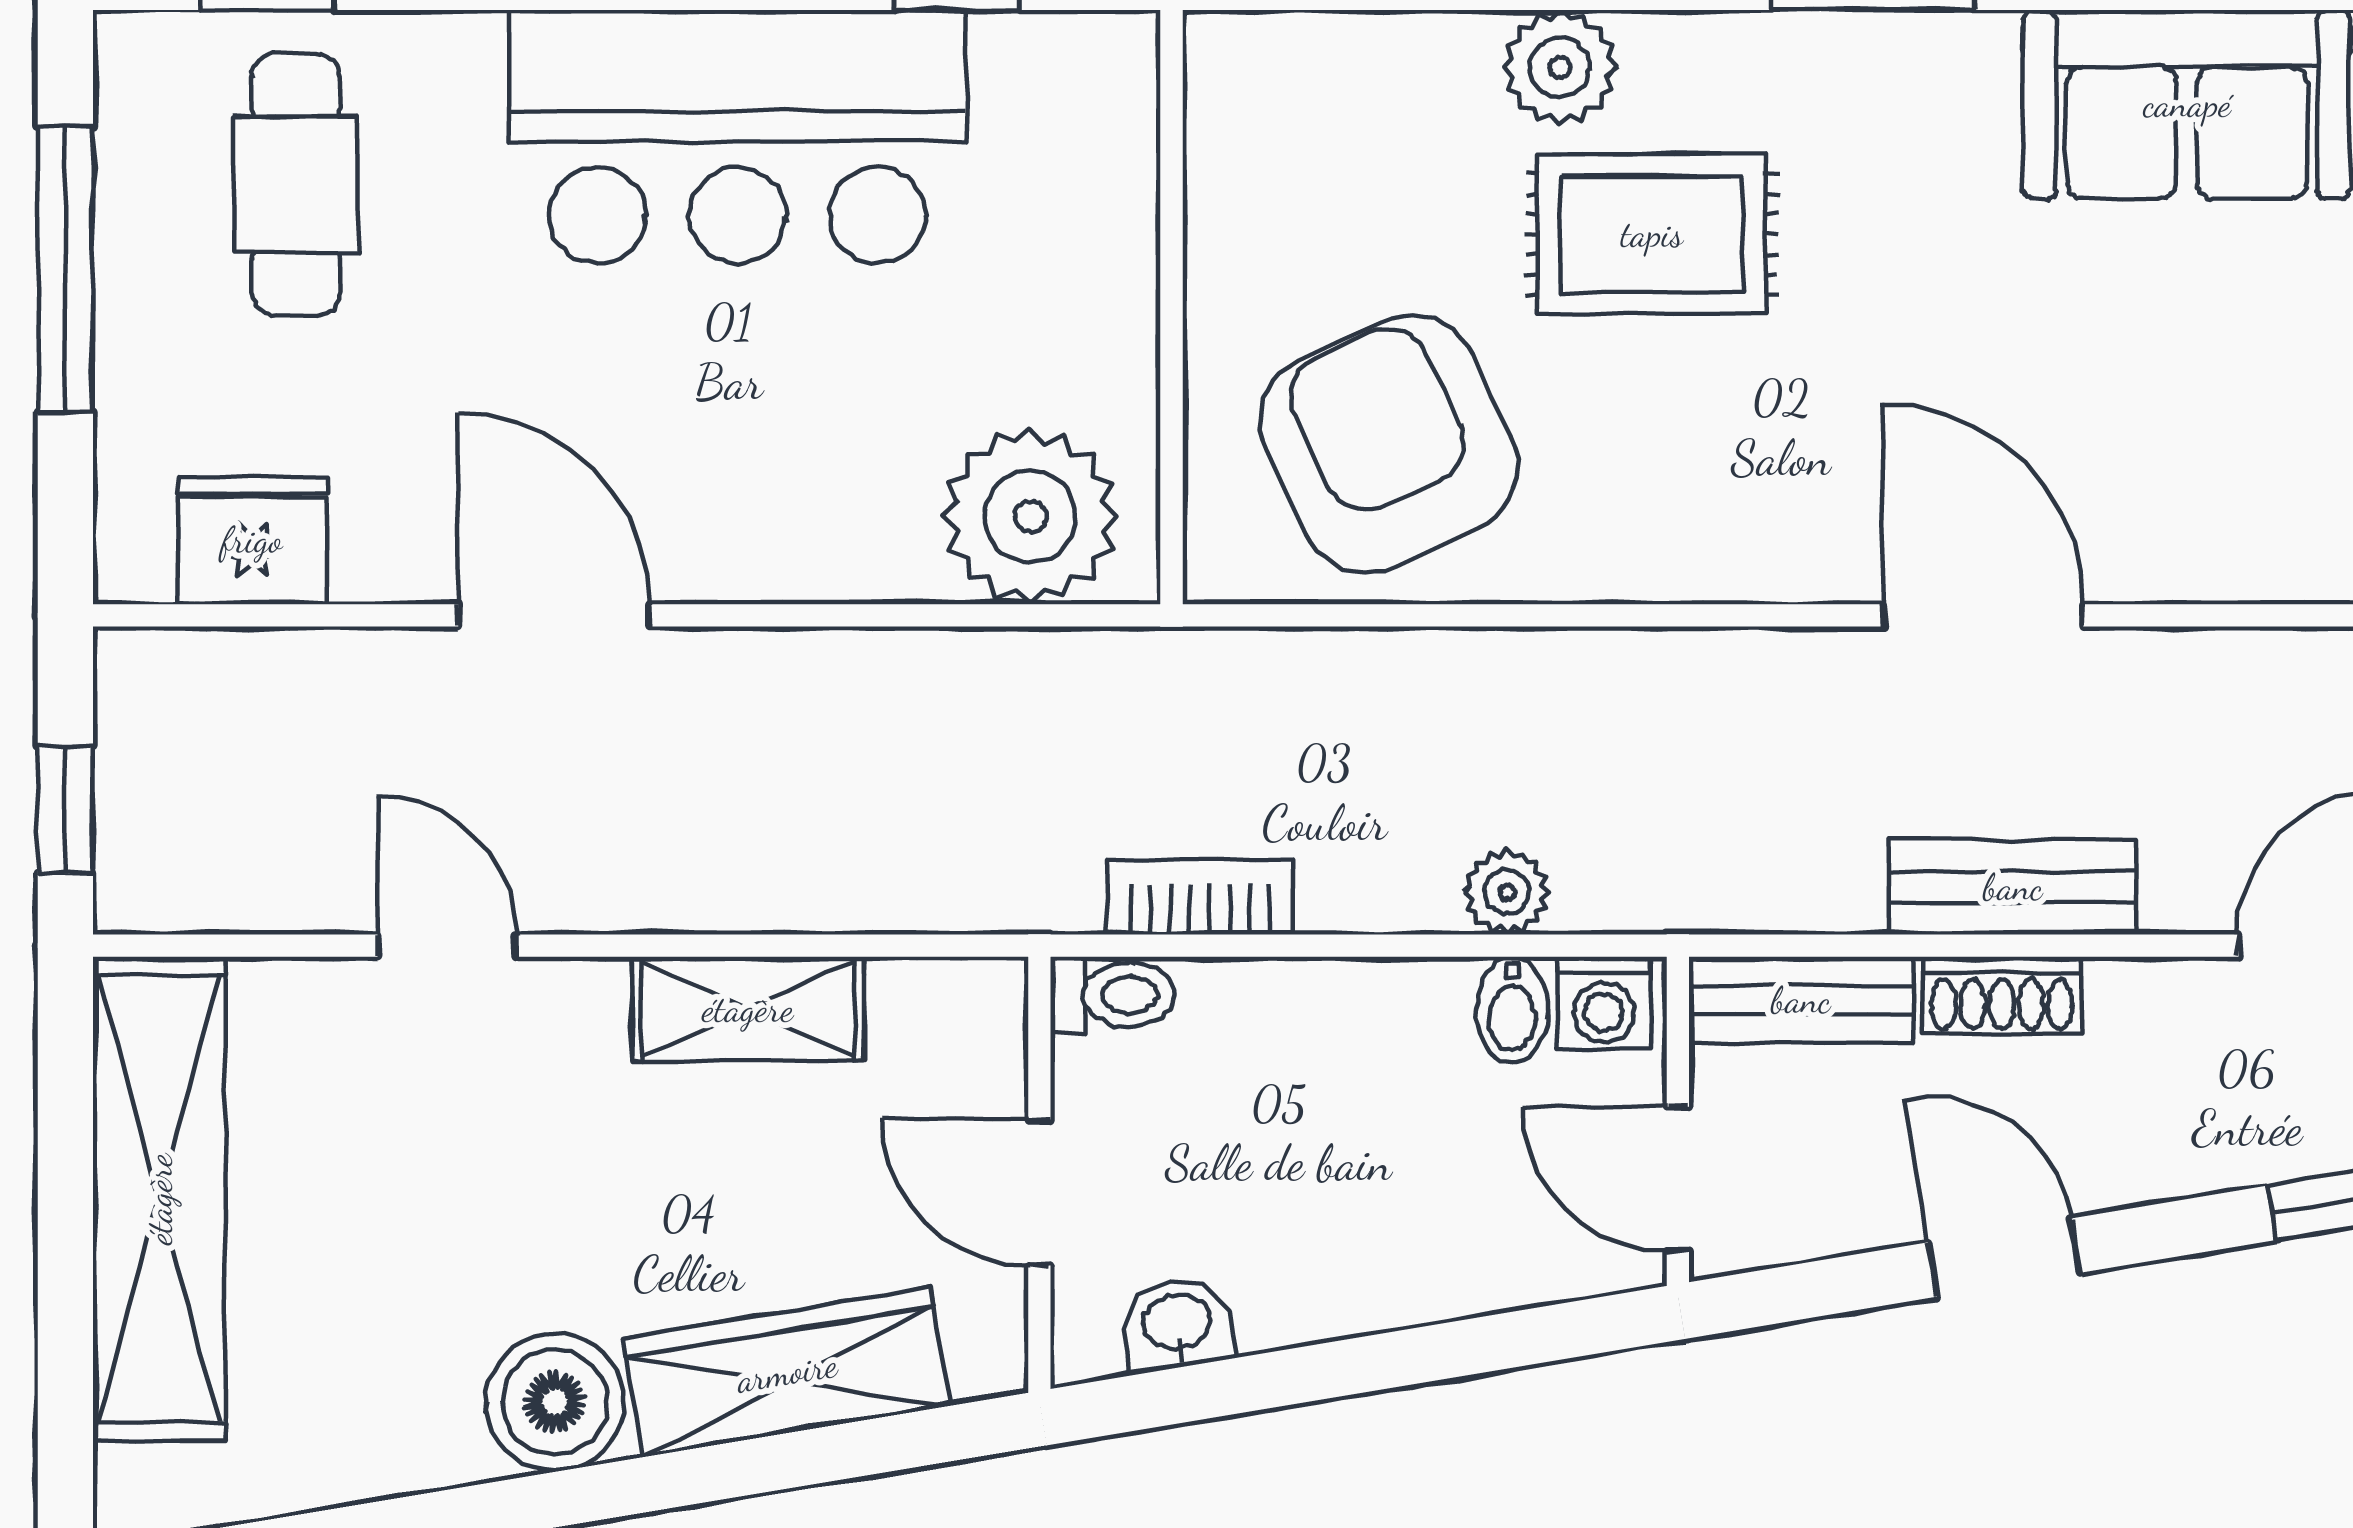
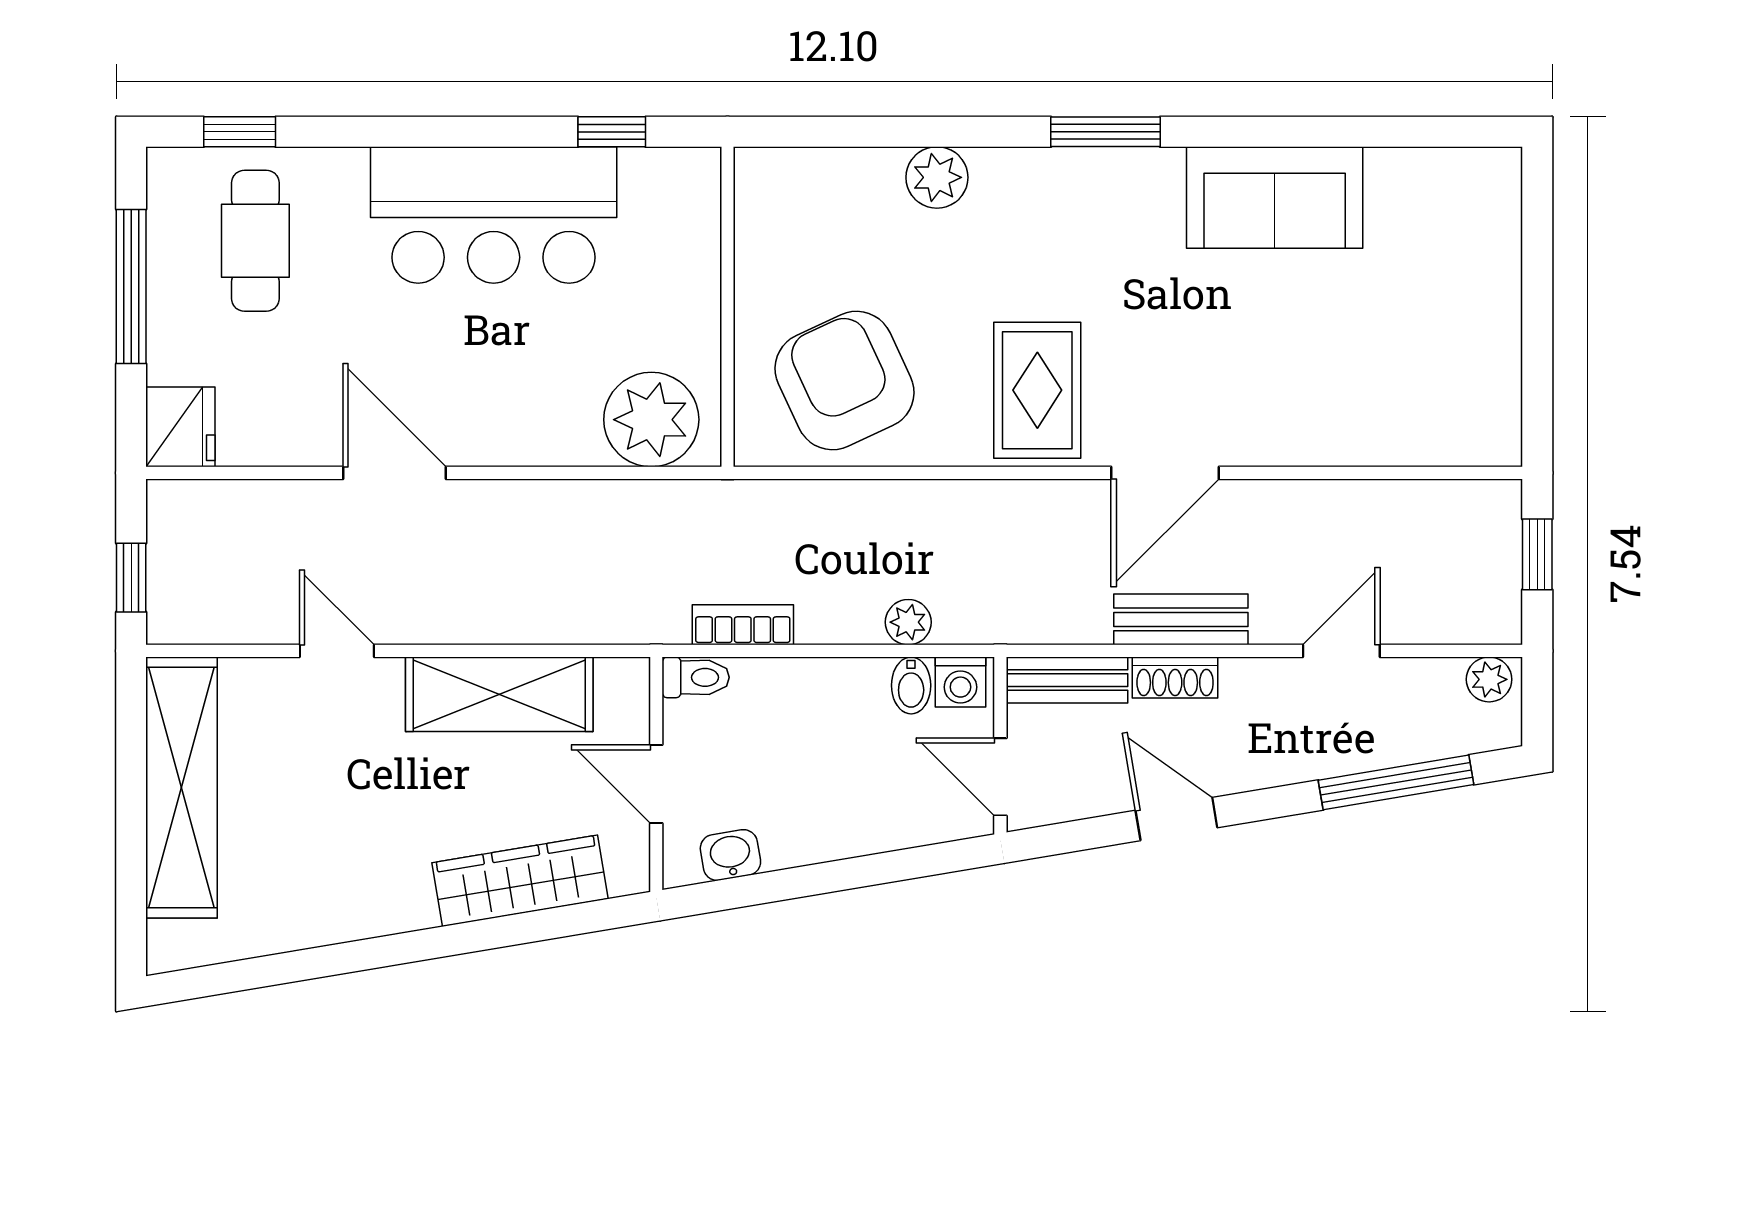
rug: (1652, 234) -> (1037, 390), moved, turned 90
fridge: (252, 540) -> (180, 427), moved, turned 90
door: (1983, 615) -> (1165, 473), swing flipped
shelving: (748, 1009) -> (499, 694), width x1.50, depth x1.33
boiler: (555, 1402) -> (395, 897), removed

